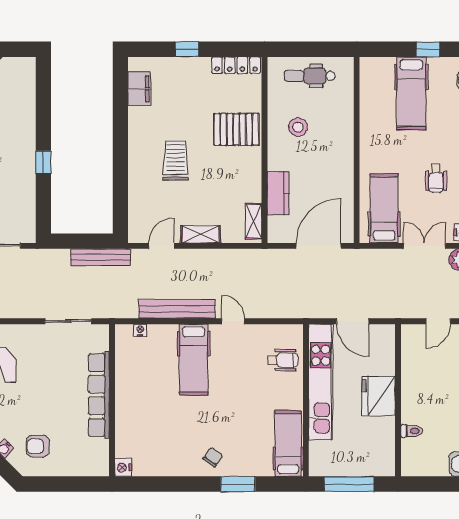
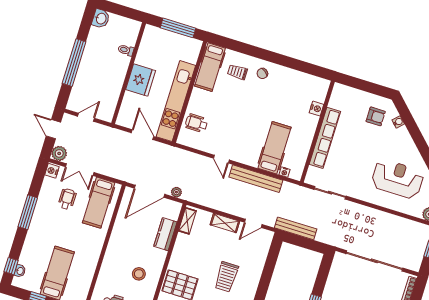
wheelchair: (436, 178) -> (67, 199), moved
plant: (281, 256) -> (176, 192), added
hospital bed: (194, 360) -> (275, 148), moved
trolley: (248, 449) -> (237, 72), added
nightstand: (123, 467) -> (316, 109), moved
window: (238, 484) -> (251, 51), removed

